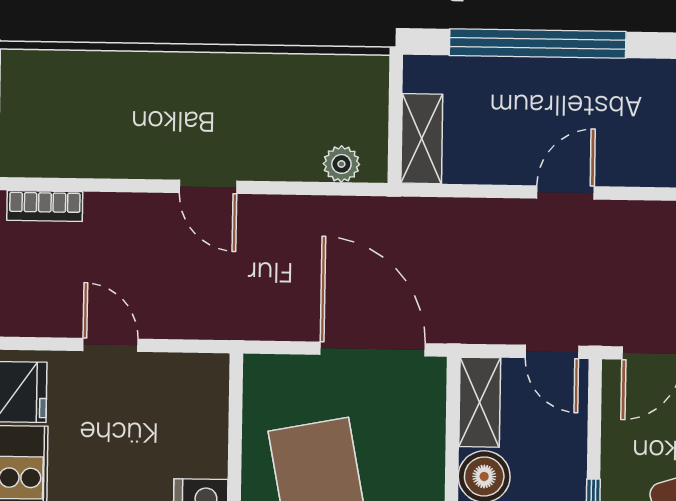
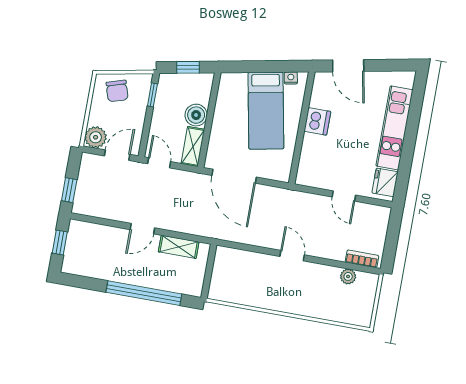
shelving: (422, 139) -> (179, 247), moved, turned 90
plant: (341, 164) -> (348, 276), moved

